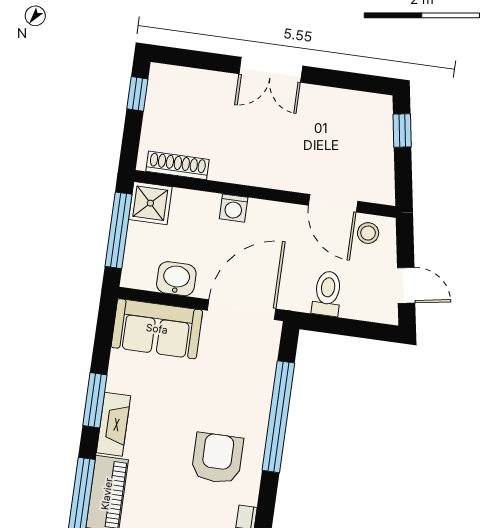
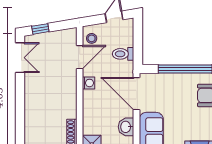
double door: (271, 70) -> (20, 58), moved
washing machine: (234, 208) -> (89, 83), moved

